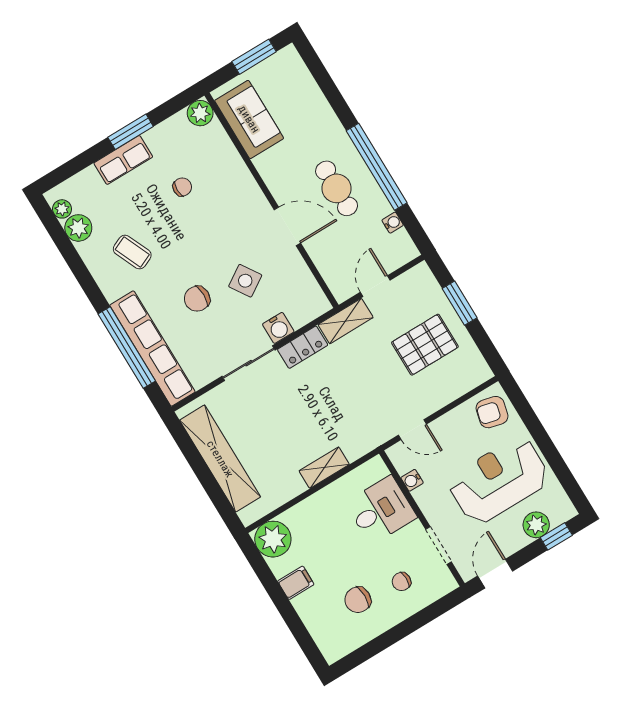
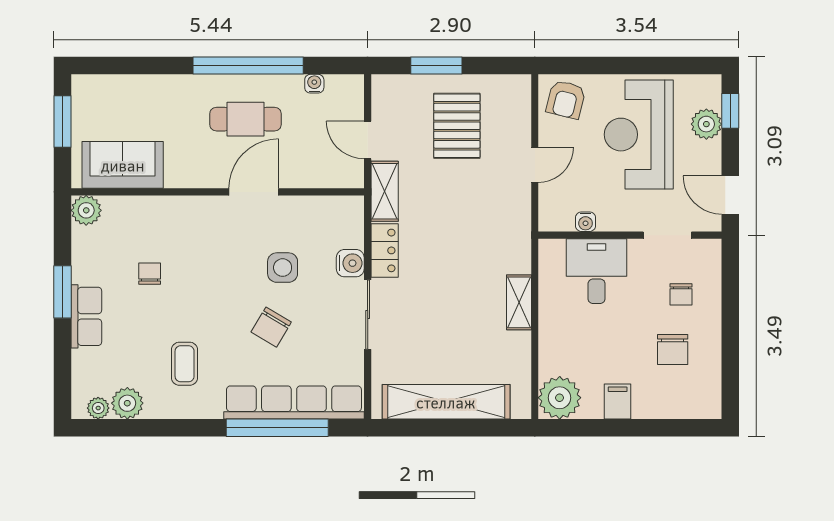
coffee table: (132, 252) -> (185, 364), turned -66
side table: (245, 281) -> (283, 268), turned 33
chair: (197, 299) -> (271, 327), turned 31
door: (412, 430) -> (535, 165), moved

